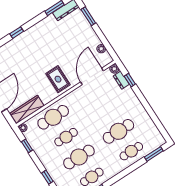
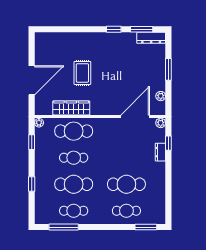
window: (88, 16) -> (168, 69), moved
window: (17, 33) -> (114, 29), moved
rug: (58, 79) -> (82, 73), moved
dresser: (121, 80) -> (160, 152), moved
wardrobe: (27, 109) -> (71, 108), moved

